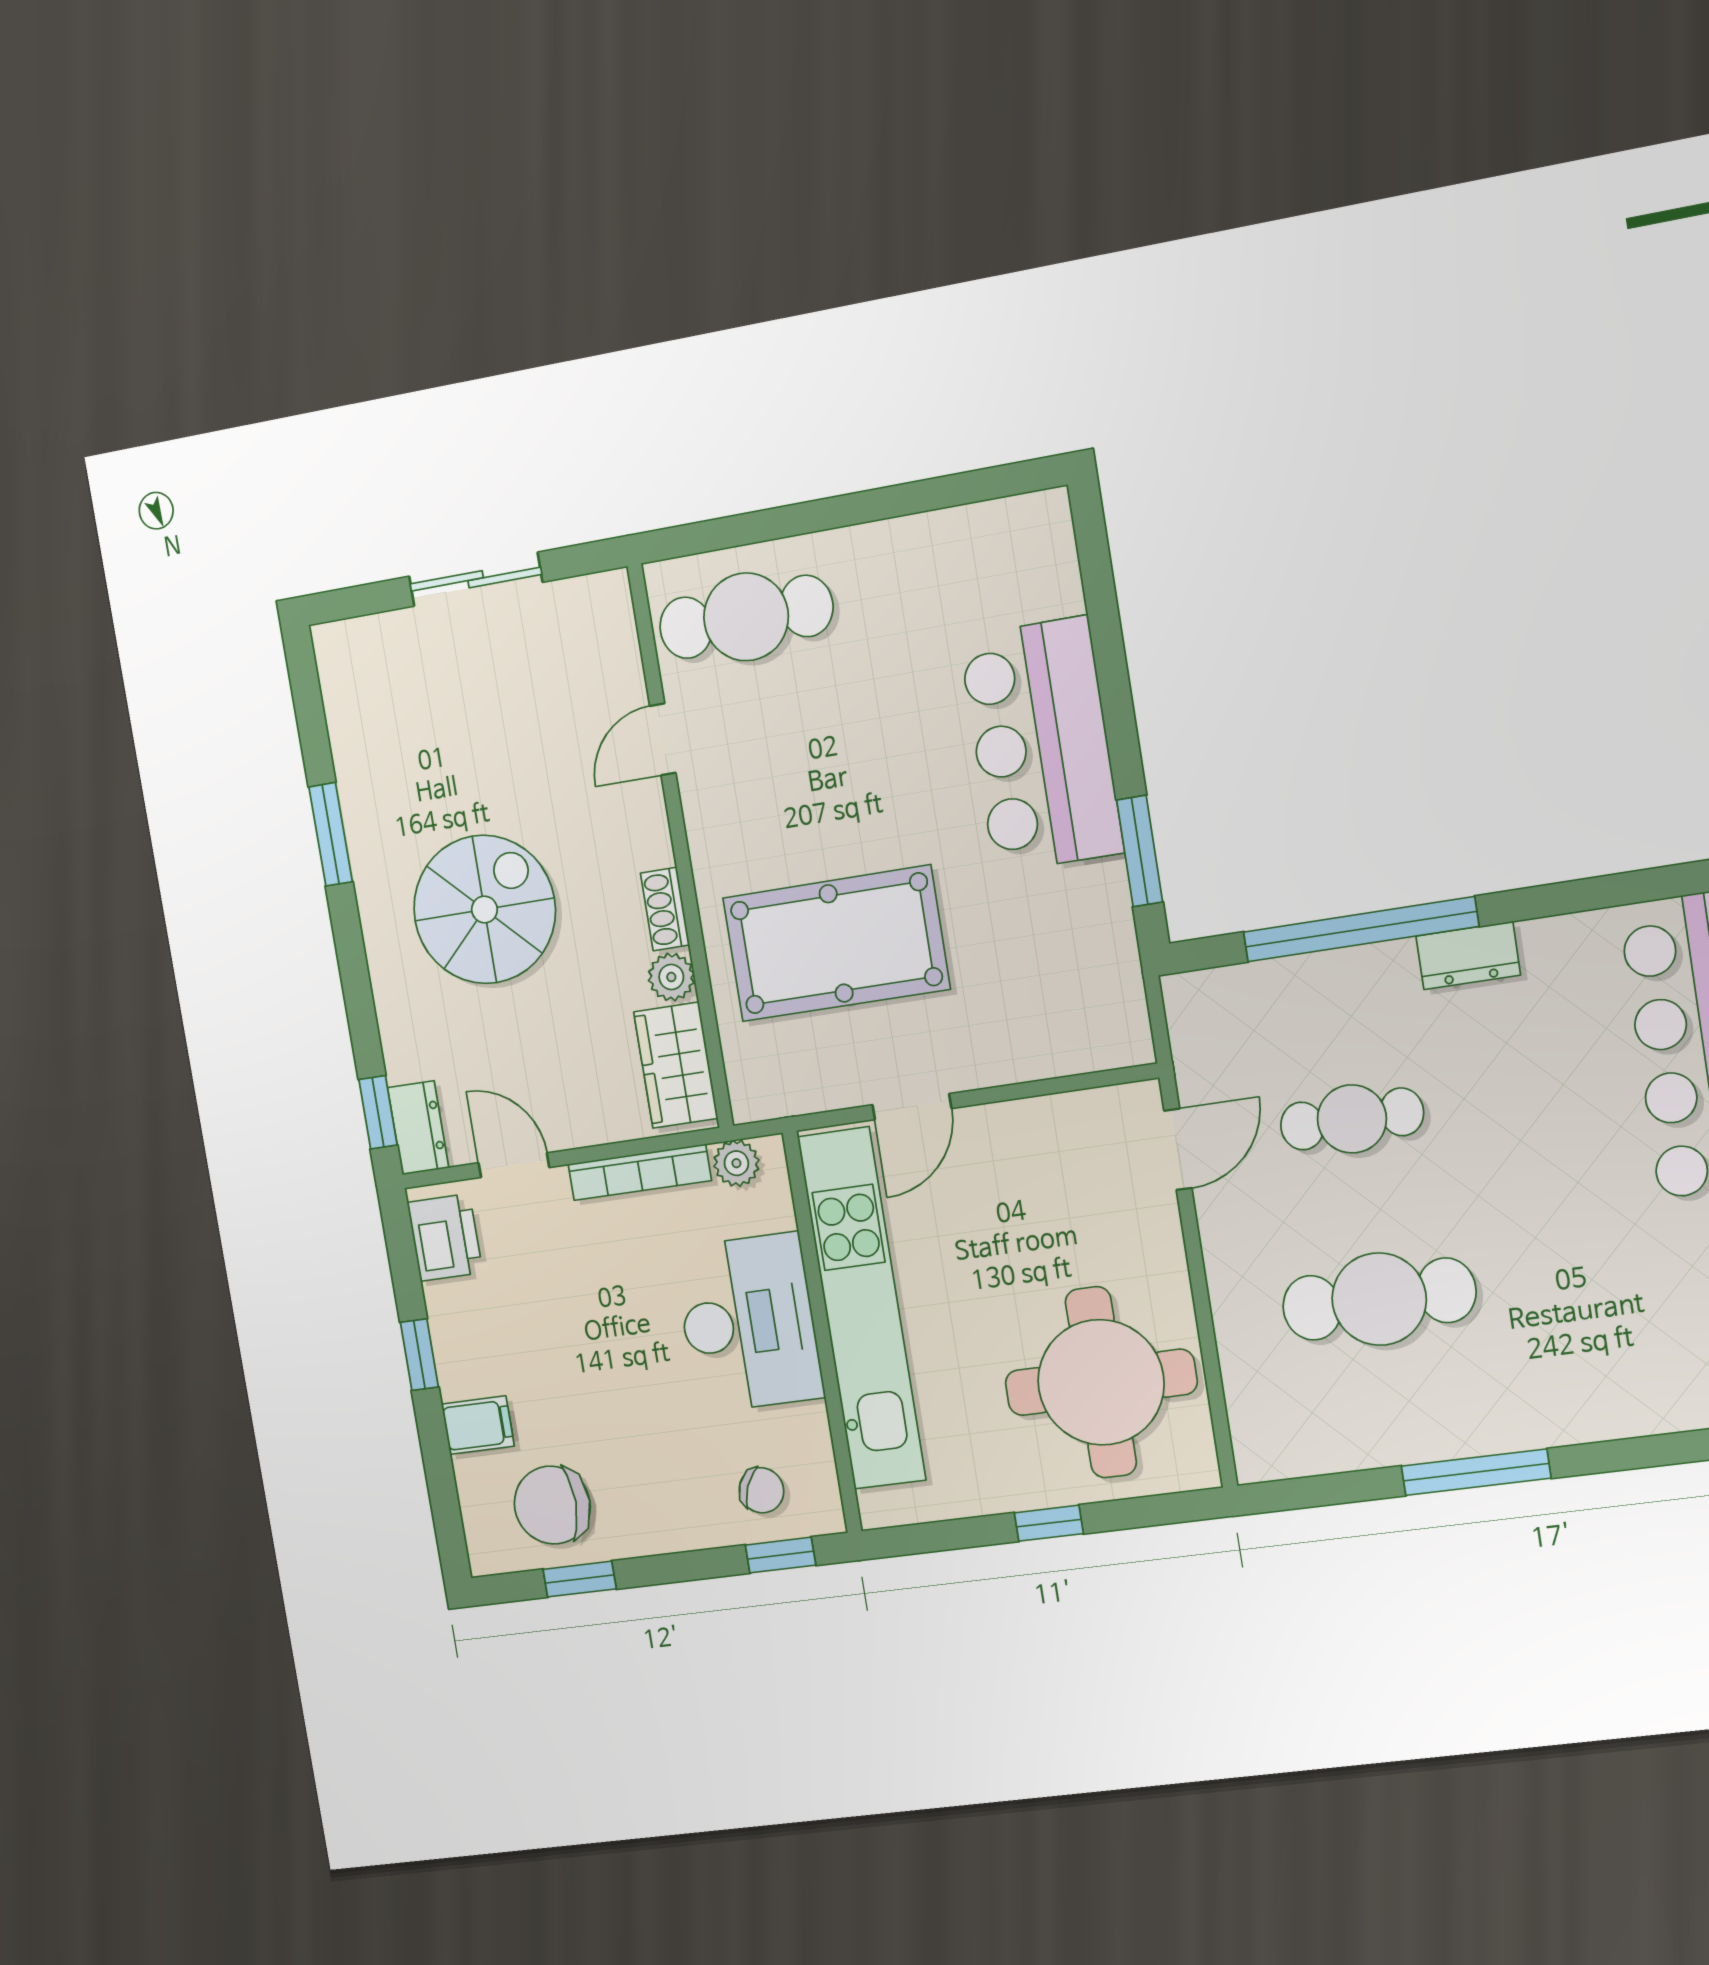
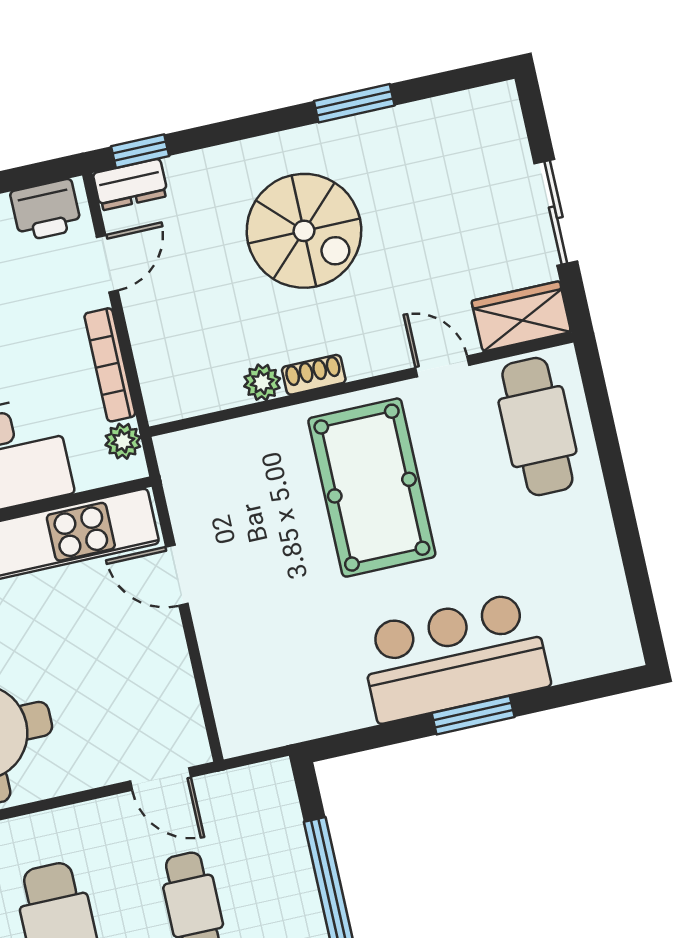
window: (1140, 851) -> (473, 715), moved
pool table: (836, 943) -> (372, 488), moved
wardrobe: (676, 1065) -> (521, 316), moved

